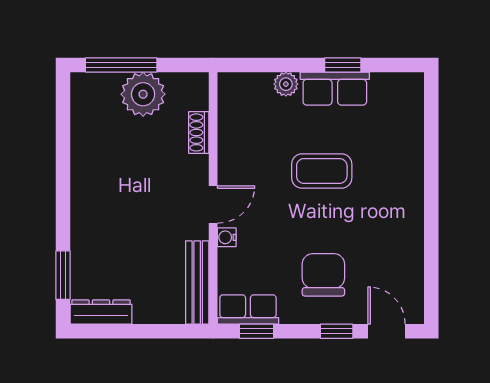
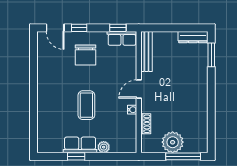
coffee table: (322, 171) -> (86, 105), turned 90
water cooler: (227, 237) -> (132, 110), moved

